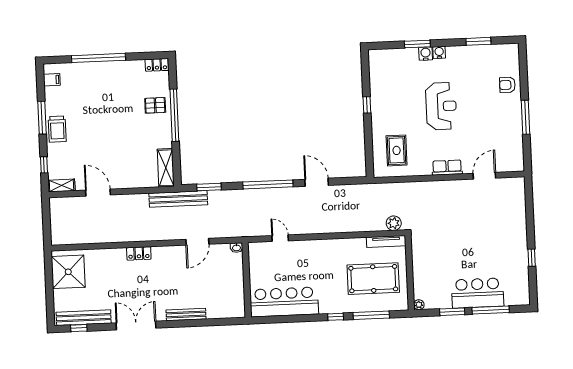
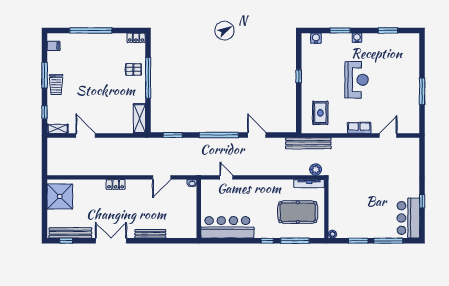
water cooler: (426, 54) -> (316, 38), moved
armchair: (507, 85) -> (409, 65), removed
bench: (178, 199) -> (308, 143), moved
bar counter: (478, 293) -> (408, 218), moved, turned -90

